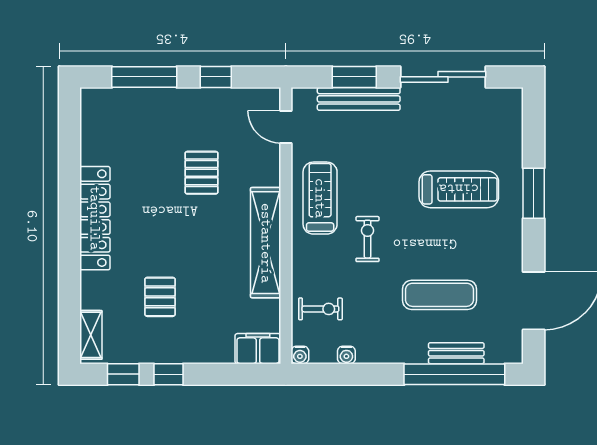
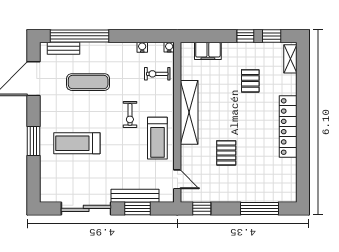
window: (216, 77) -> (202, 208), moved
filing cabinet: (258, 349) -> (208, 51), moved
bench: (456, 353) -> (64, 48), moved

